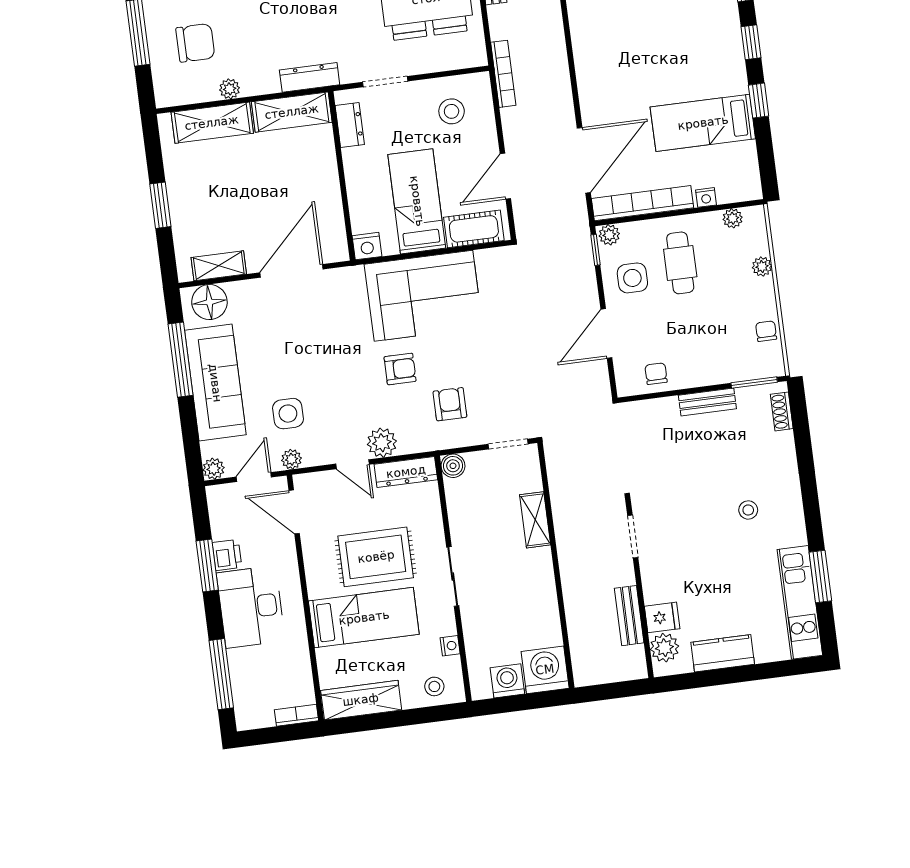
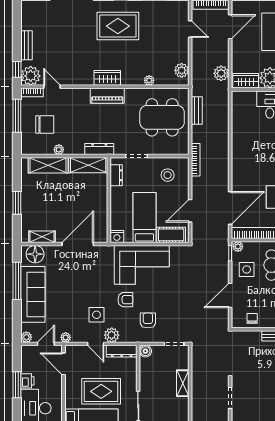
side table: (288, 414) -> (96, 315), moved

